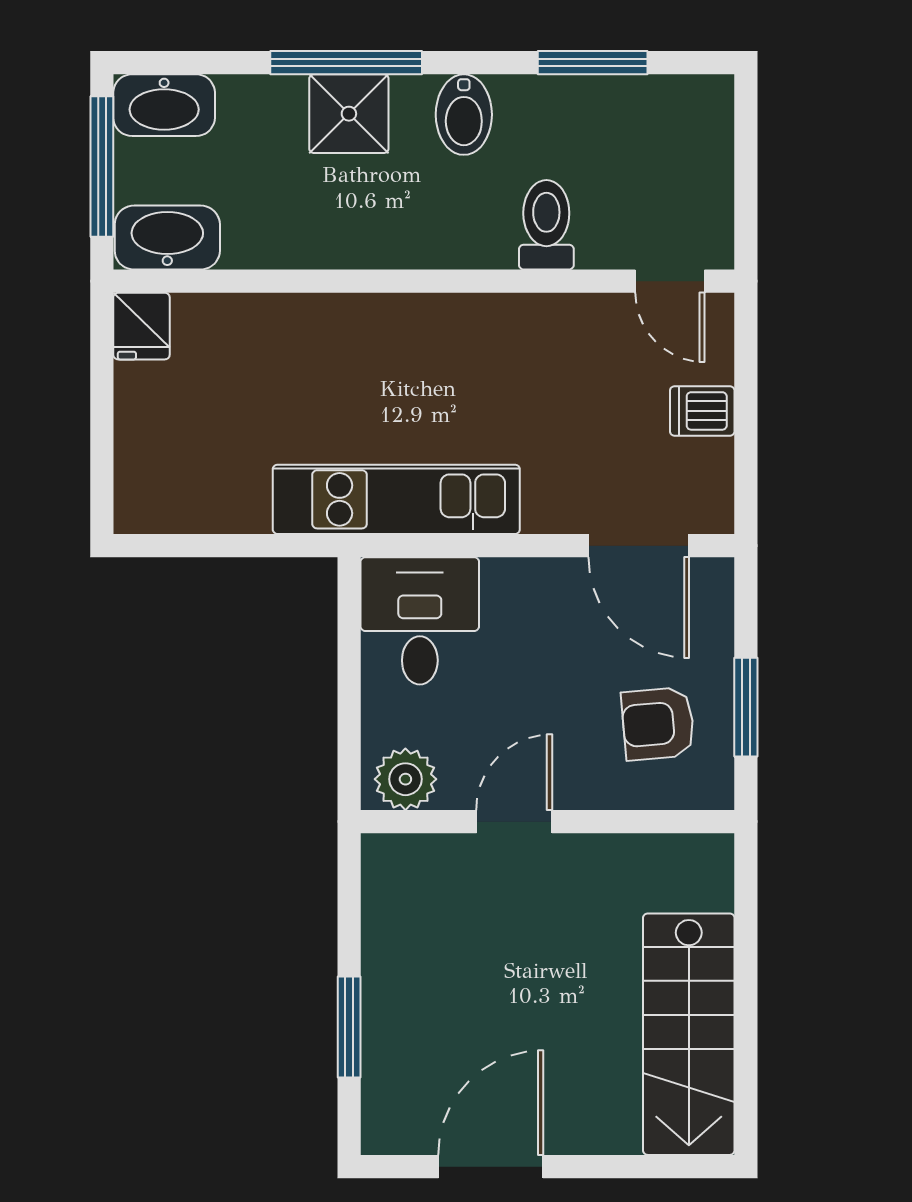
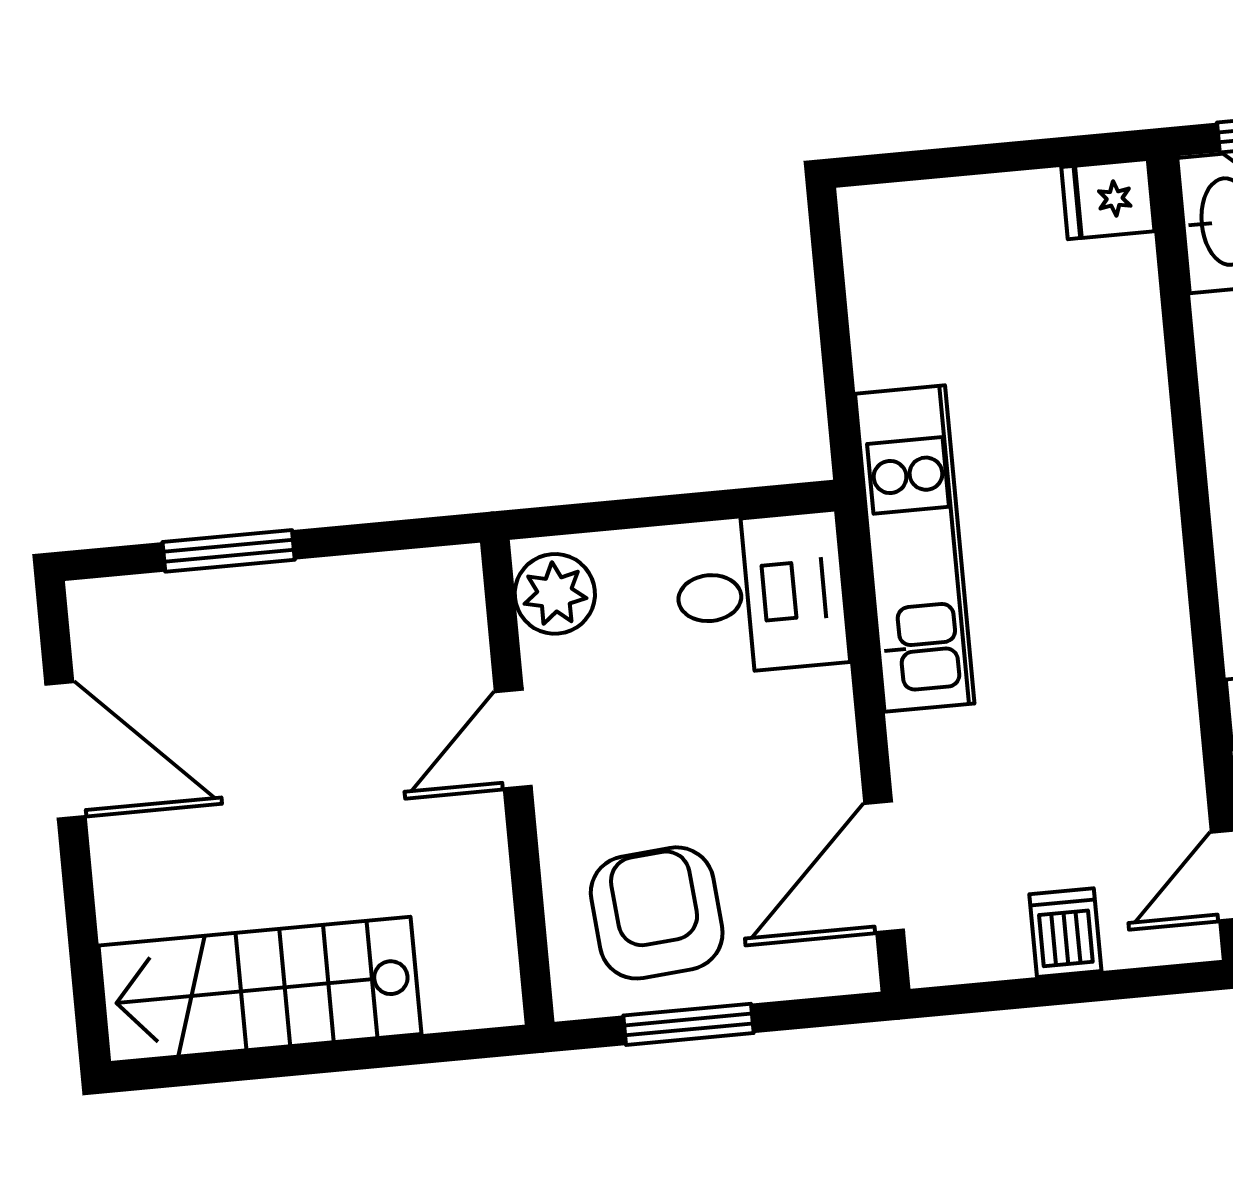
armchair: (658, 724) -> (657, 913), width x1.38, depth x1.38
door: (514, 822) -> (513, 739), swing flipped

